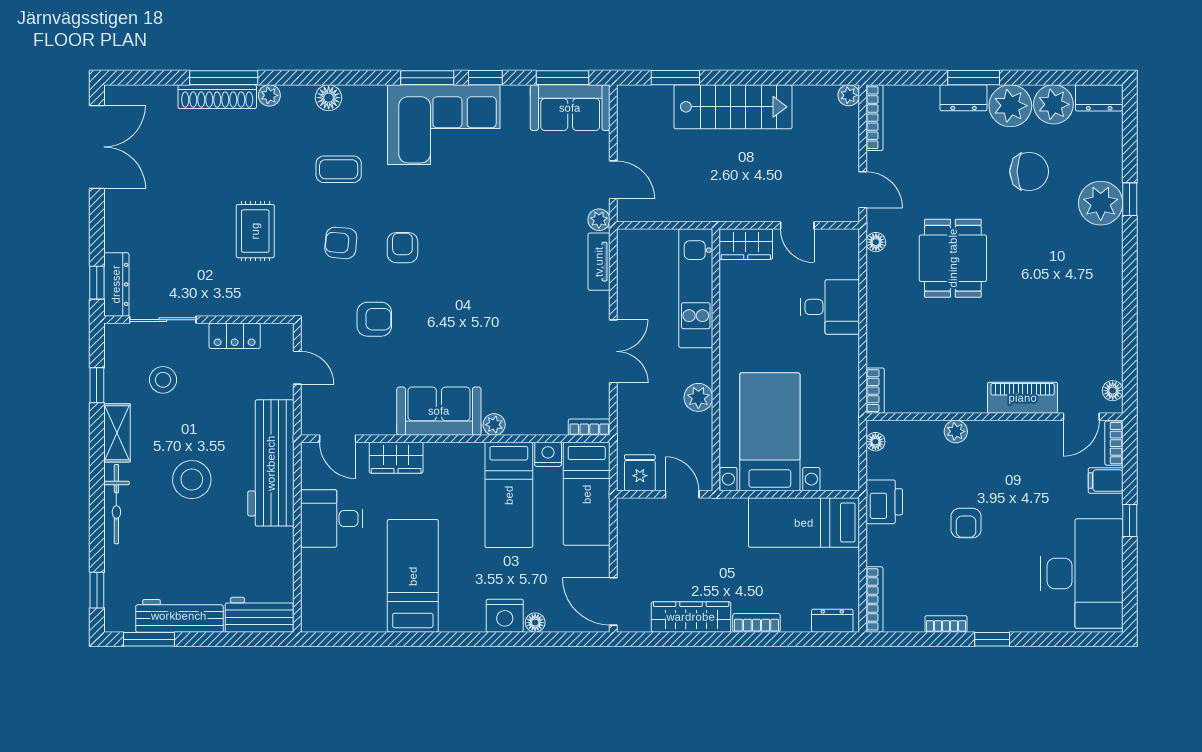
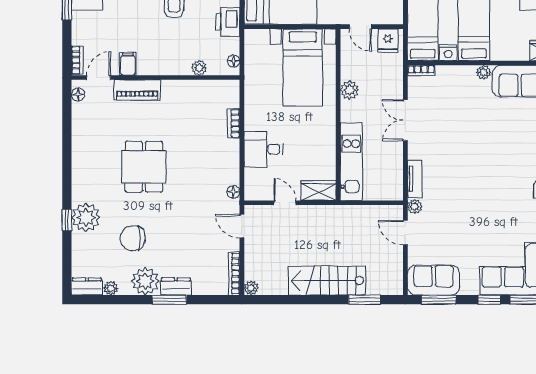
plant: (1053, 104) -> (111, 288), width x0.53, depth x0.53
dining table: (953, 258) -> (144, 167), moved
bookcase: (875, 391) -> (234, 123), moved
plant: (956, 431) -> (199, 68), moved
filing cabinet: (1106, 481) -> (128, 64), moved, turned -90

